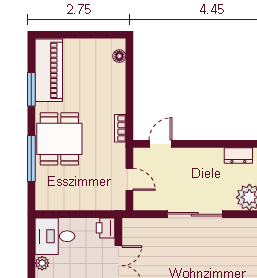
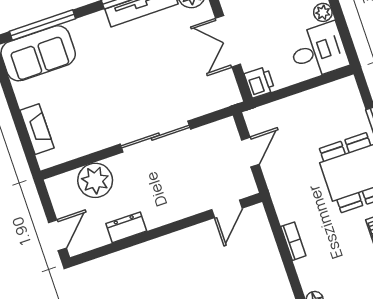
bookcase: (120, 128) -> (293, 241), moved
door: (129, 179) -> (250, 152), swing flipped

